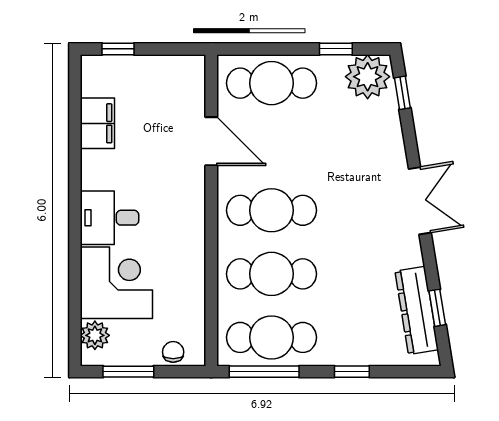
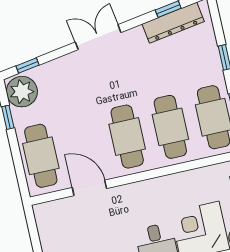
door: (211, 141) -> (89, 188), hinge flipped

